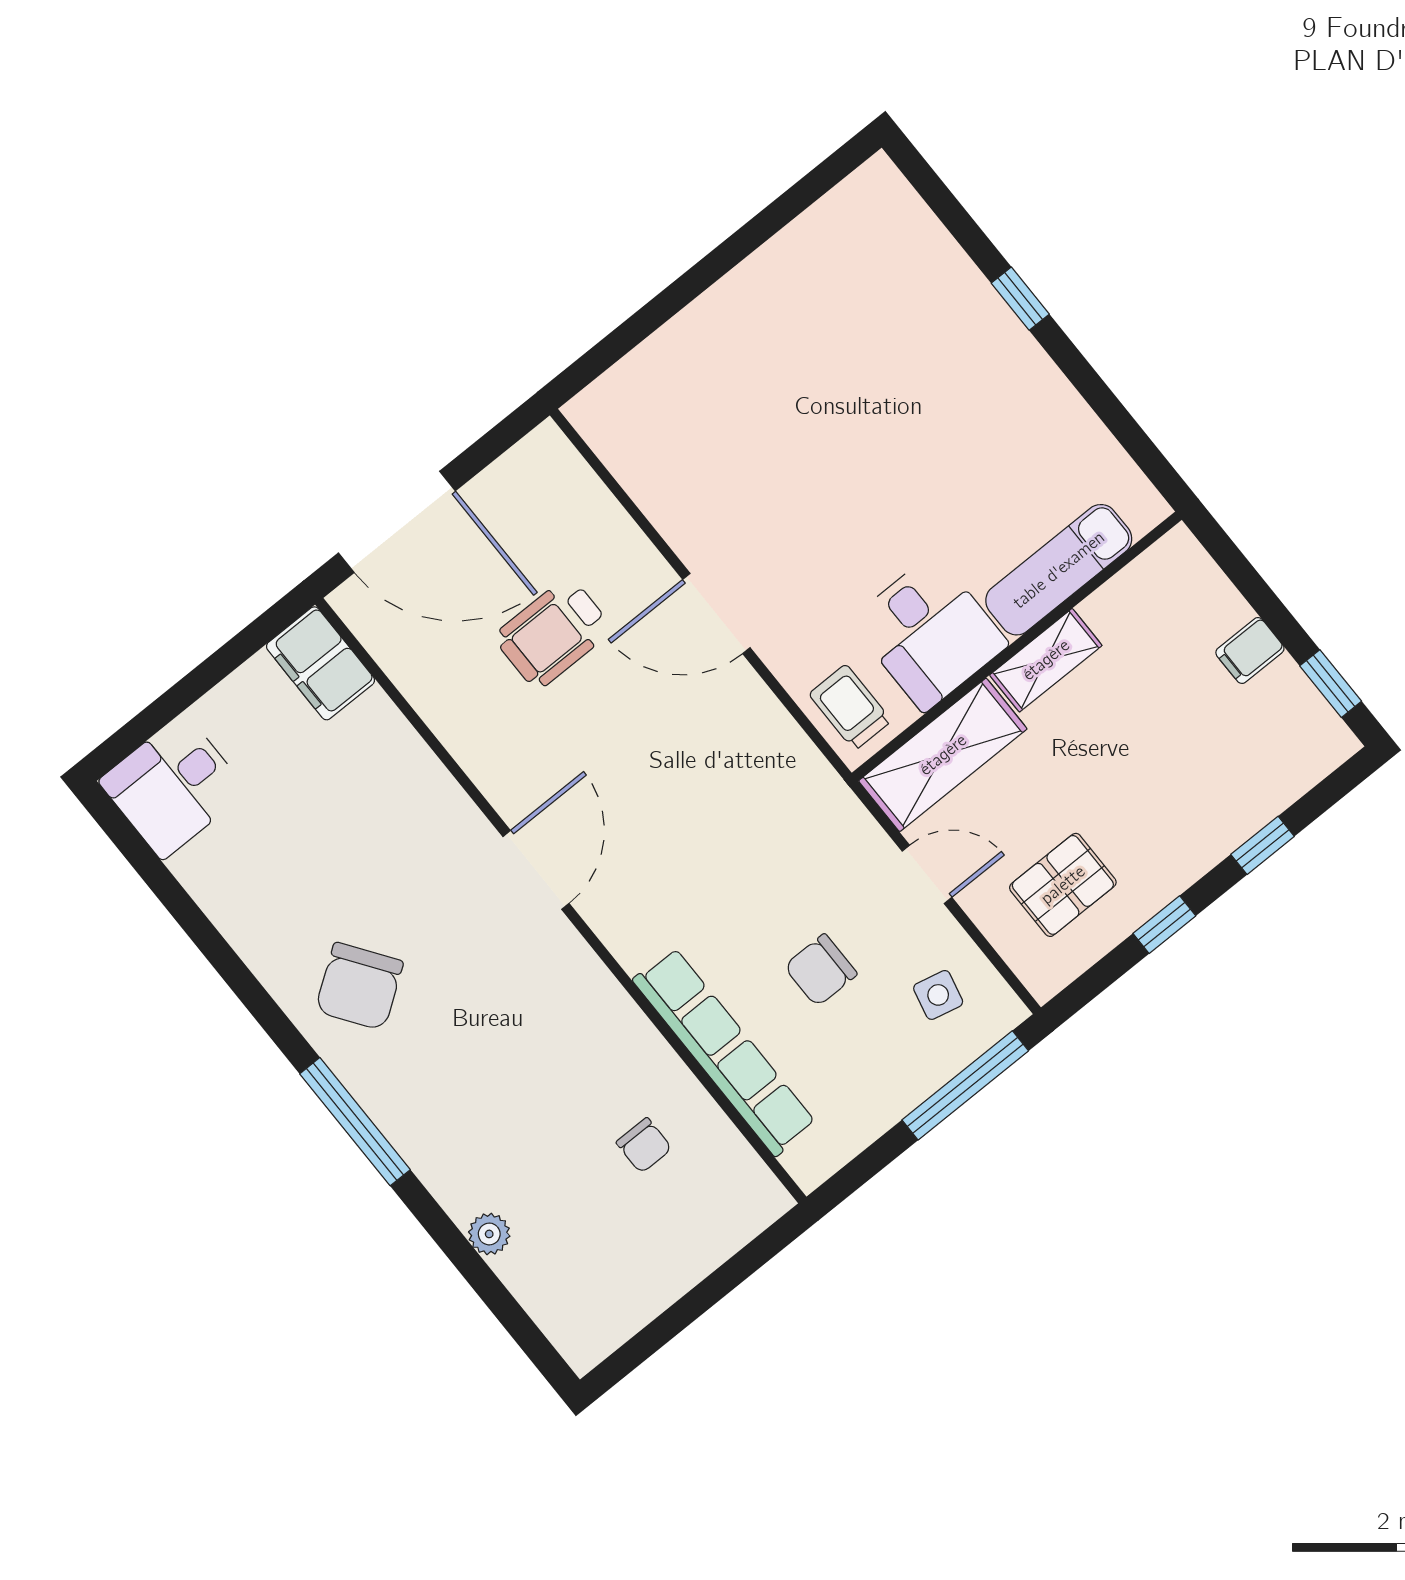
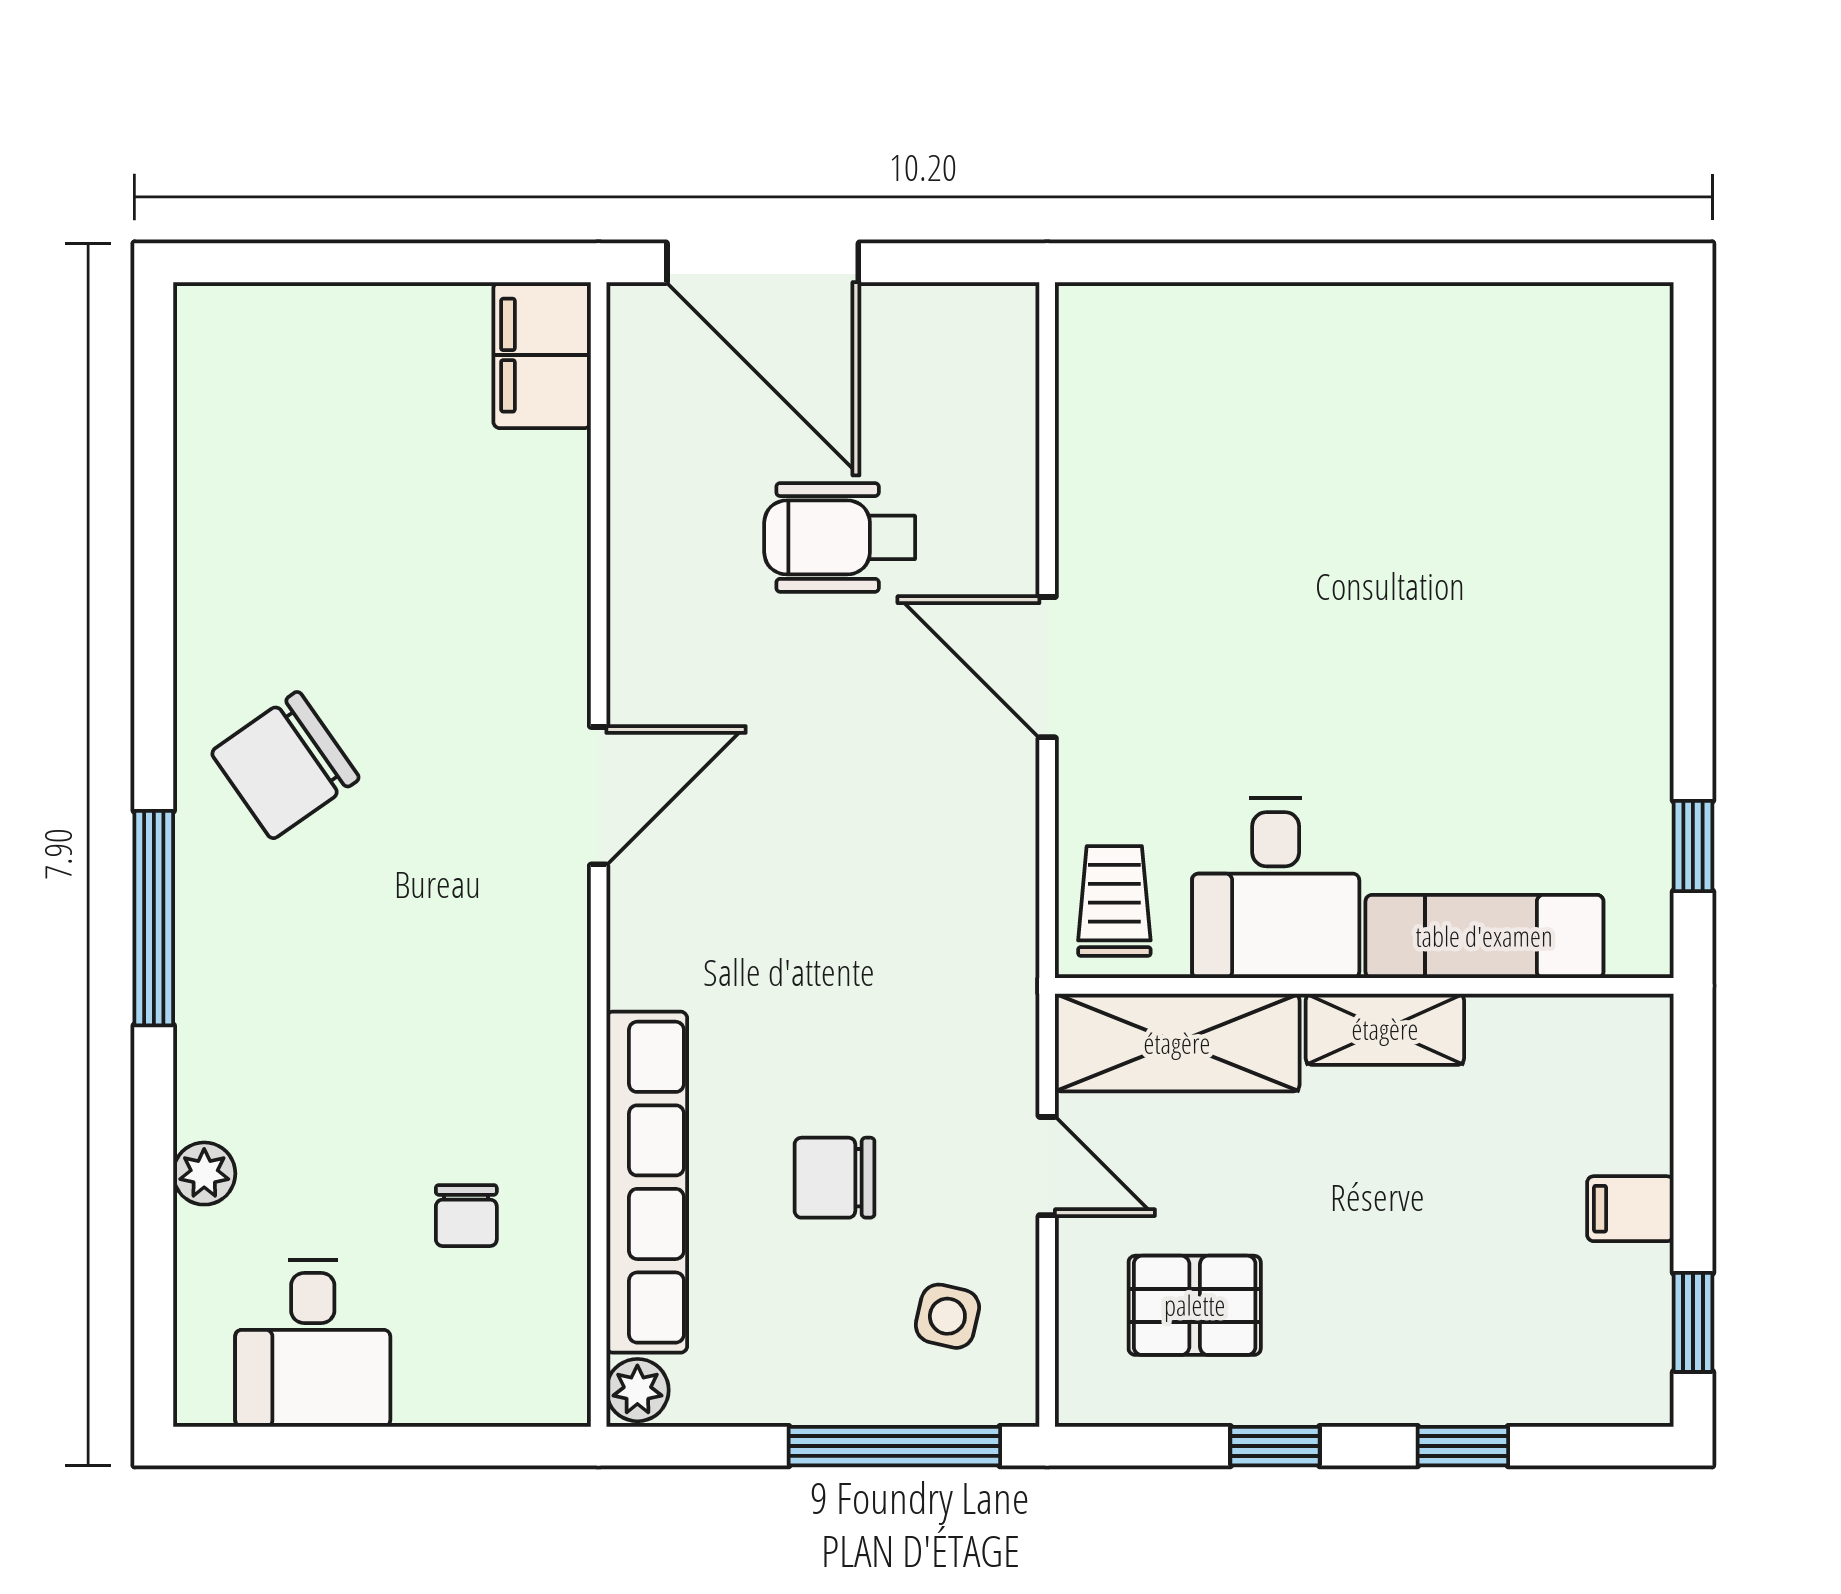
window: (1020, 299) -> (1693, 846), moved
desk: (173, 786) -> (313, 1343), moved, turned -90
plant: (807, 1164) -> (637, 1390), added

